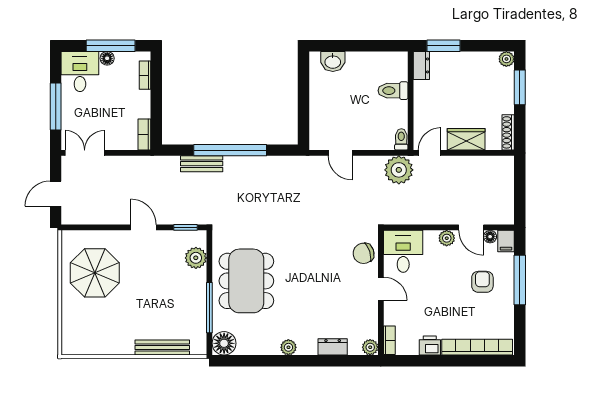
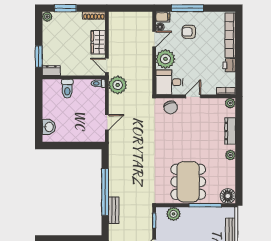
plant: (447, 238) -> (165, 59), width x1.88, depth x1.88
dining table: (246, 281) -> (188, 182), turned 90
dresser: (333, 347) -> (230, 131), width x1.44

